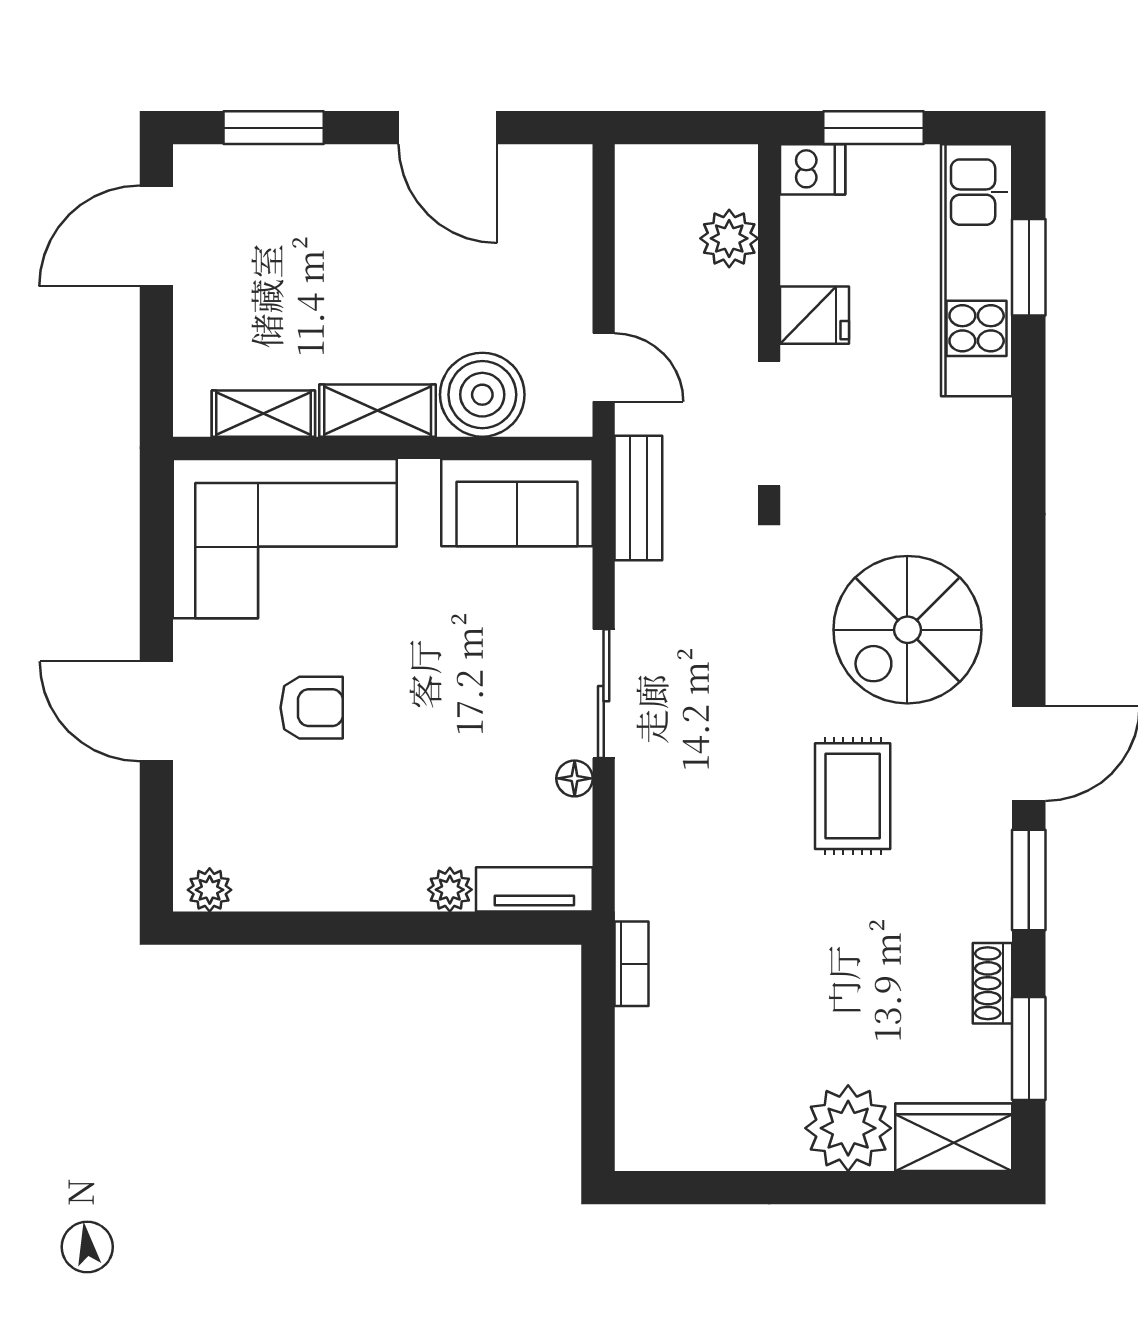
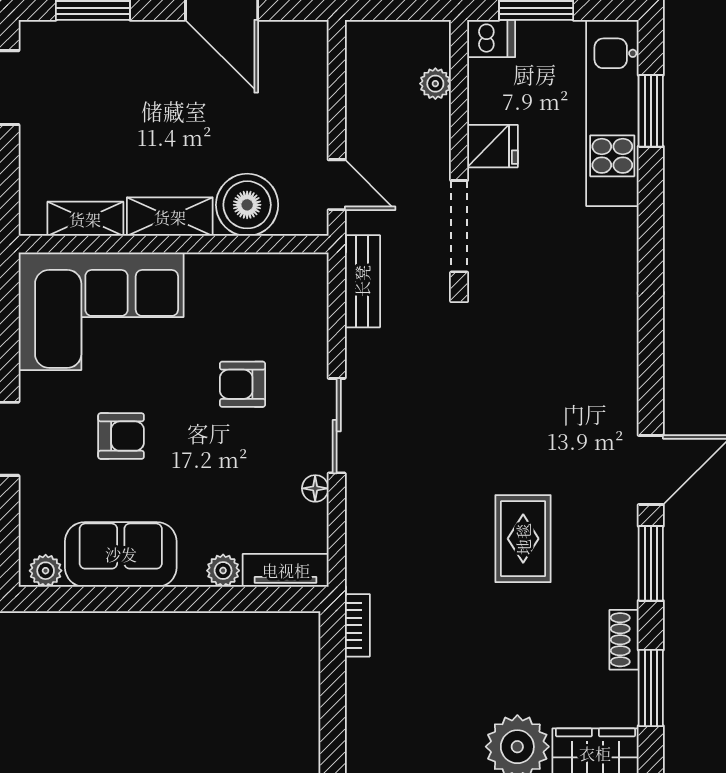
plant: (729, 238) -> (435, 84), width x0.73, depth x0.73
sofa: (517, 503) -> (121, 554), moved, turned 180
spiral stairs: (907, 630) -> (561, 378), removed
armchair: (476, 638) -> (243, 384), added
rug: (853, 796) -> (523, 539), moved

